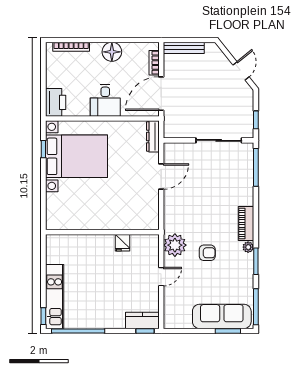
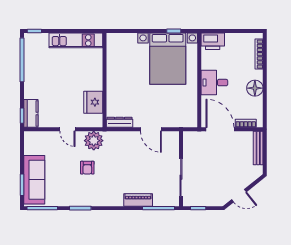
dresser: (153, 136) -> (119, 122), moved
piano: (246, 223) -> (138, 200), moved
fridge: (122, 243) -> (93, 102), width x1.88, depth x1.34
plant: (248, 247) -> (92, 202), removed
kitchen unit: (55, 297) -> (76, 40), moved

